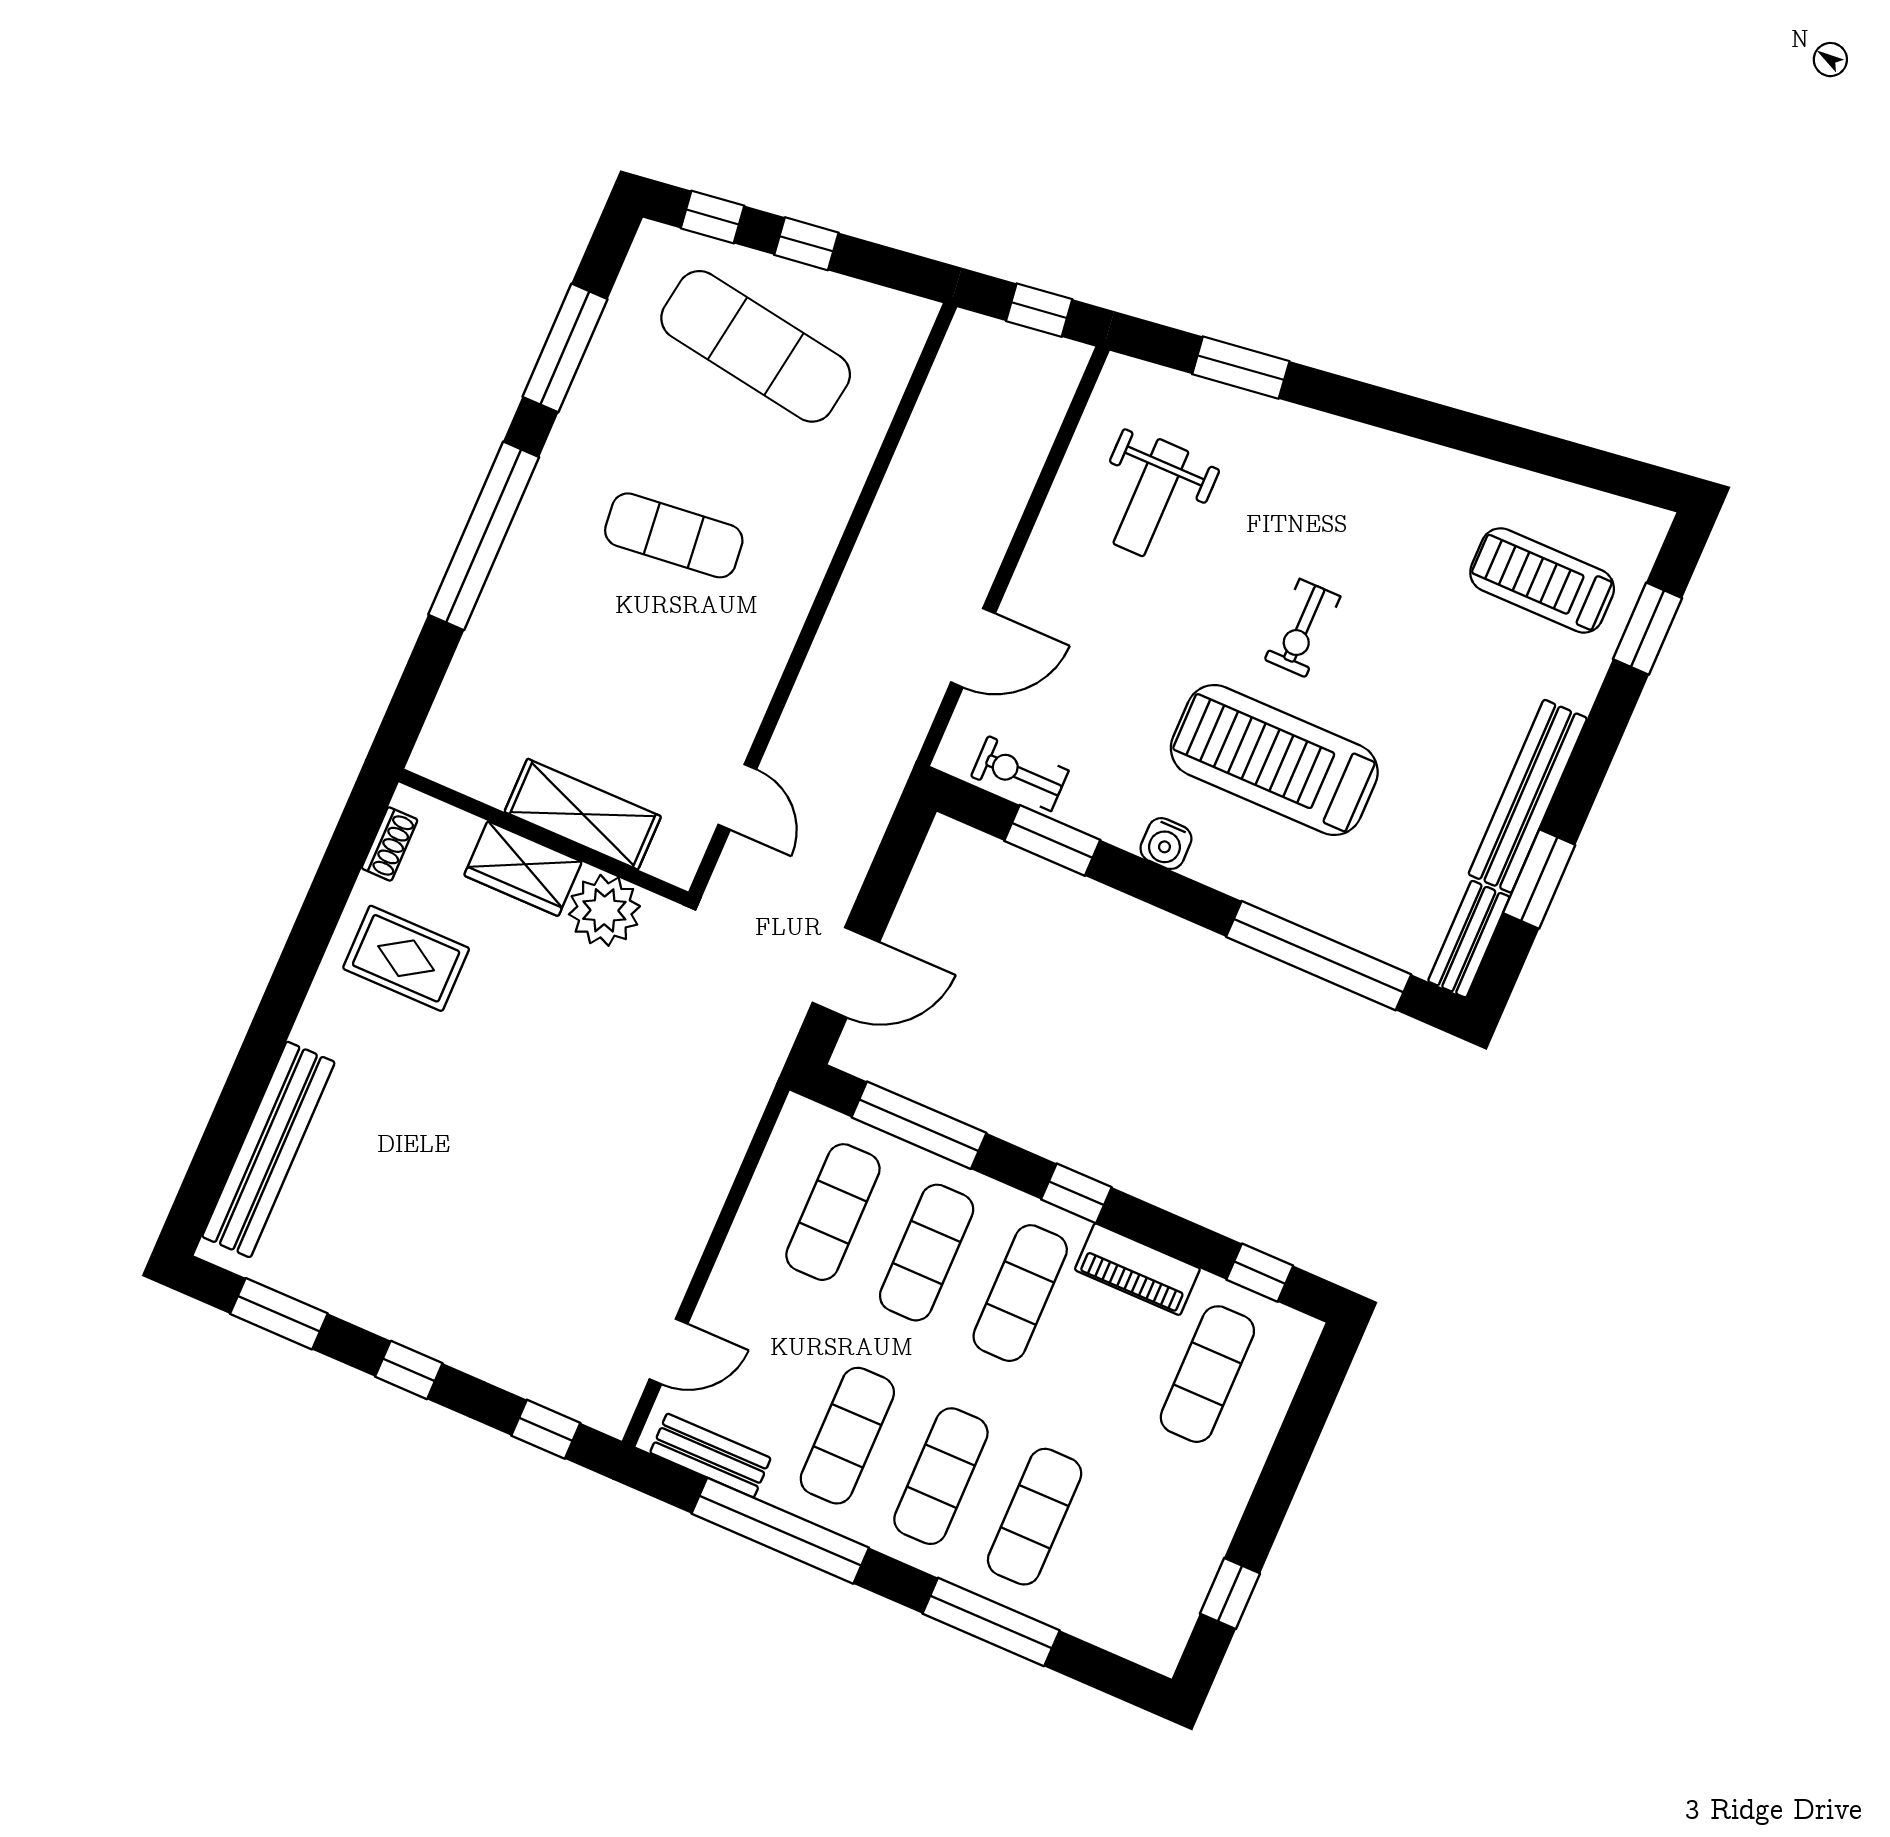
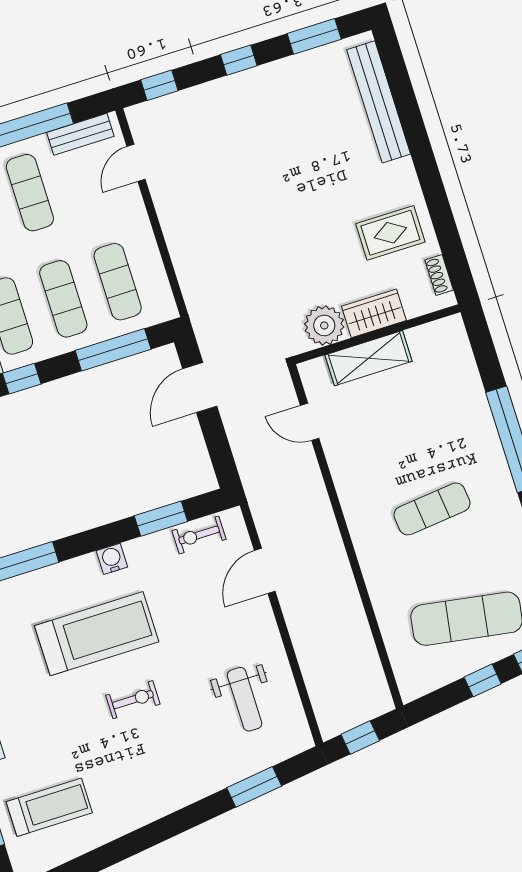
weight bench: (1151, 498) -> (245, 699), turned 180
exercise bike: (1303, 628) -> (133, 700), turned 90
exercise bike: (1020, 773) -> (199, 535), turned 180

